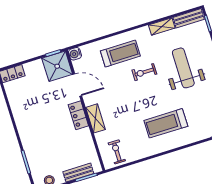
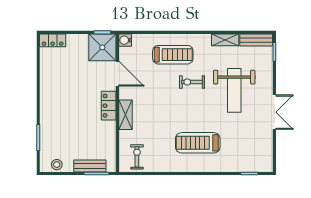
weight bench: (183, 68) -> (234, 90), turned 180

